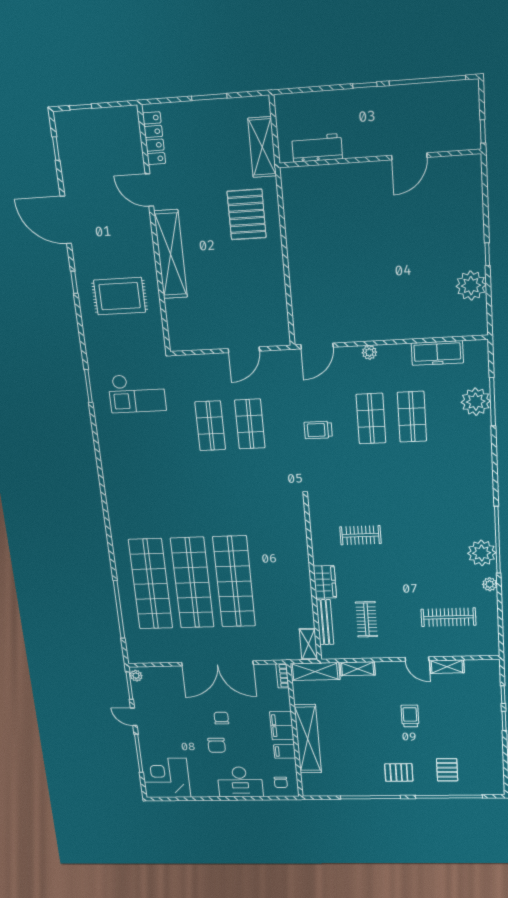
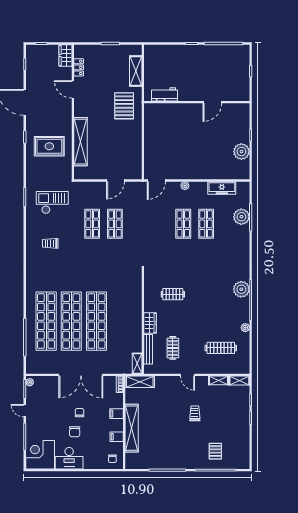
wardrobe: (128, 127) -> (65, 55), added
locker: (154, 138) -> (79, 67), width x0.66
workbench: (317, 148) -> (165, 94), moved
door: (409, 156) -> (212, 102), moved
wall: (379, 158) -> (197, 102), moved
shelving: (171, 254) -> (81, 142), moved
checkout: (137, 393) -> (52, 203), turned 180
trolley: (318, 430) -> (50, 243), moved
plant: (482, 553) -> (241, 289), moved
door: (417, 659) -> (188, 375), moved
shelving: (358, 669) -> (239, 381), moved
filing cabinet: (282, 726) -> (116, 414), width x0.50
pallet: (399, 773) -> (186, 453), removed
desk: (240, 782) -> (69, 458), moved

